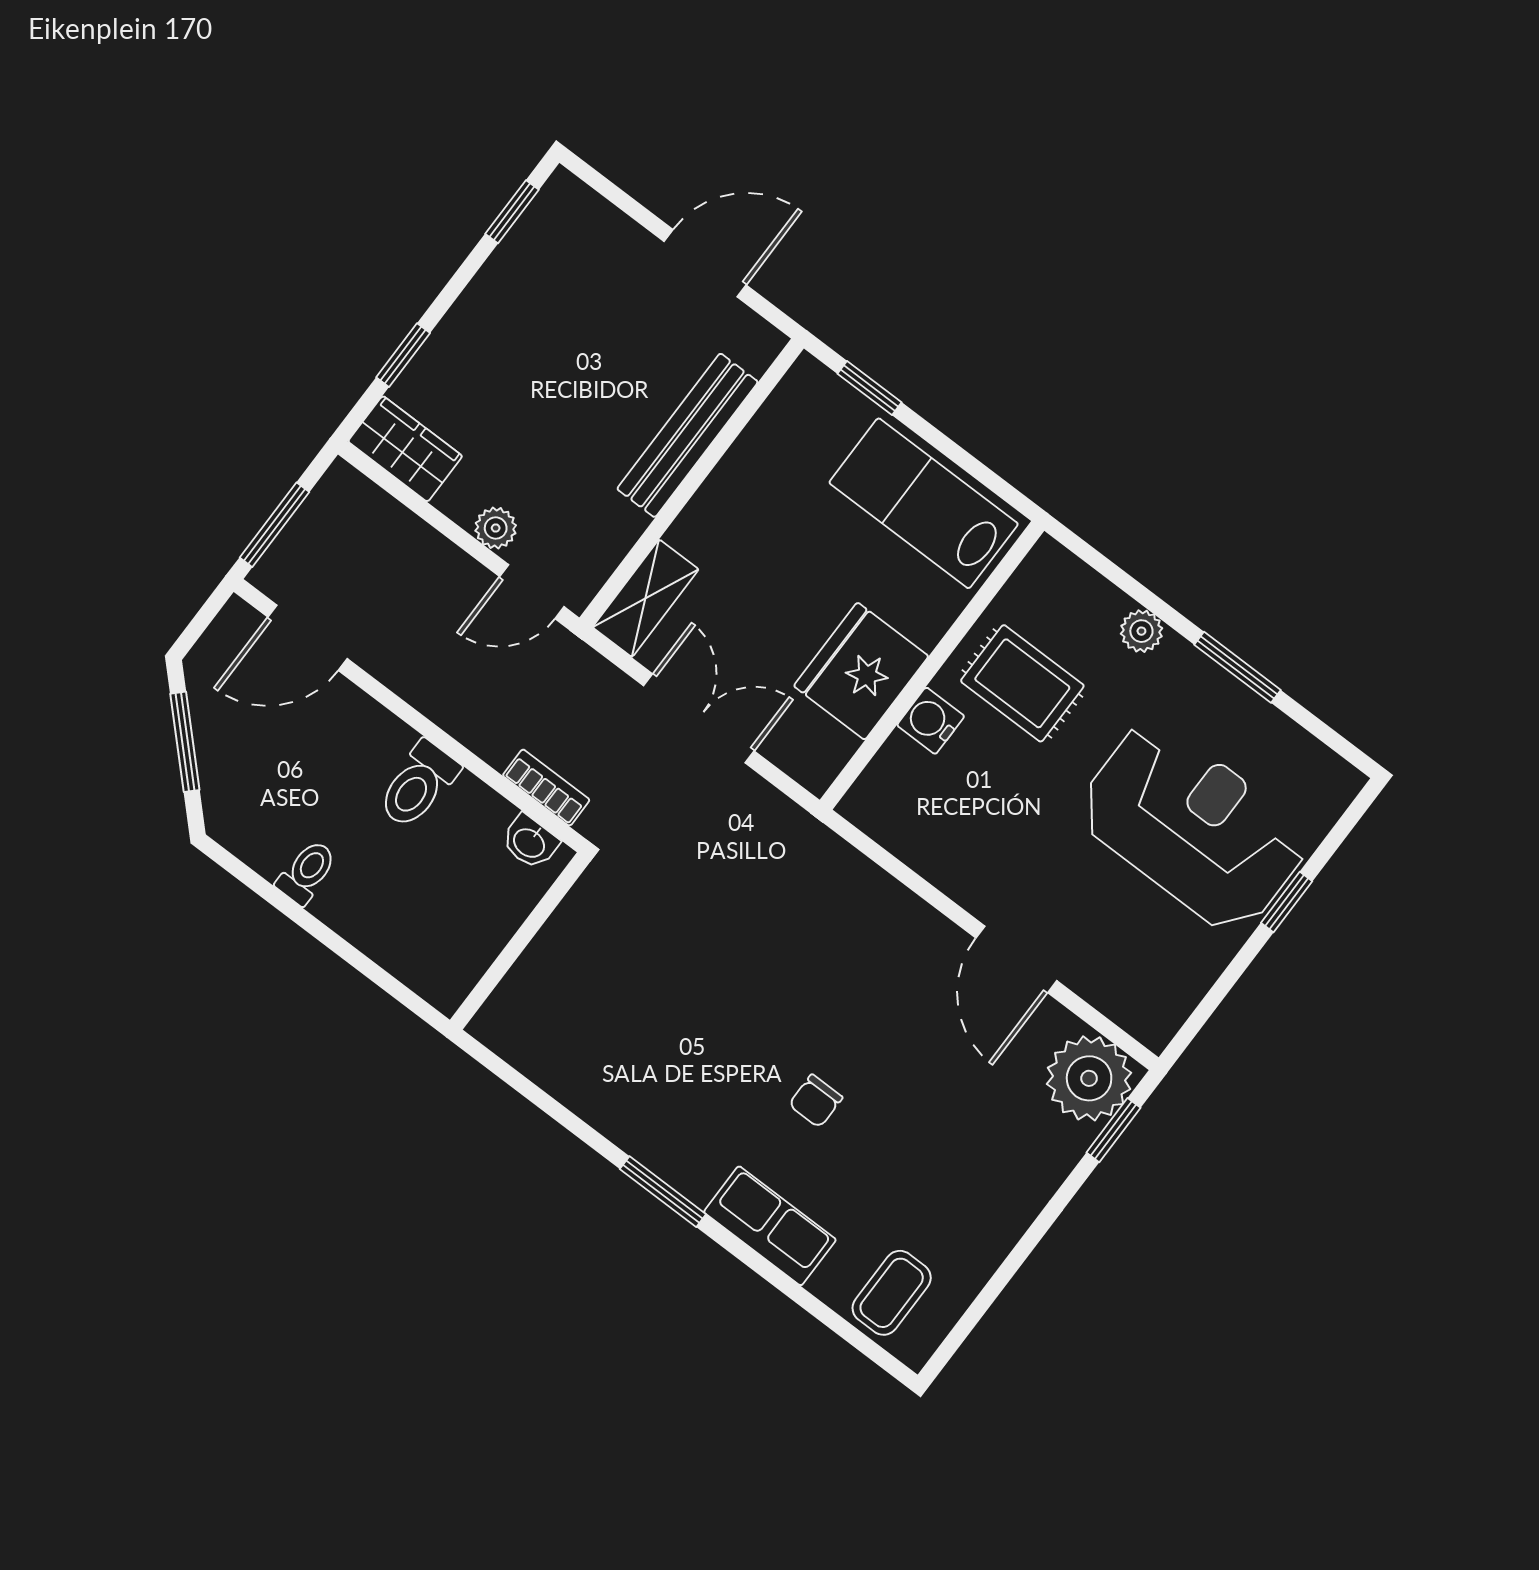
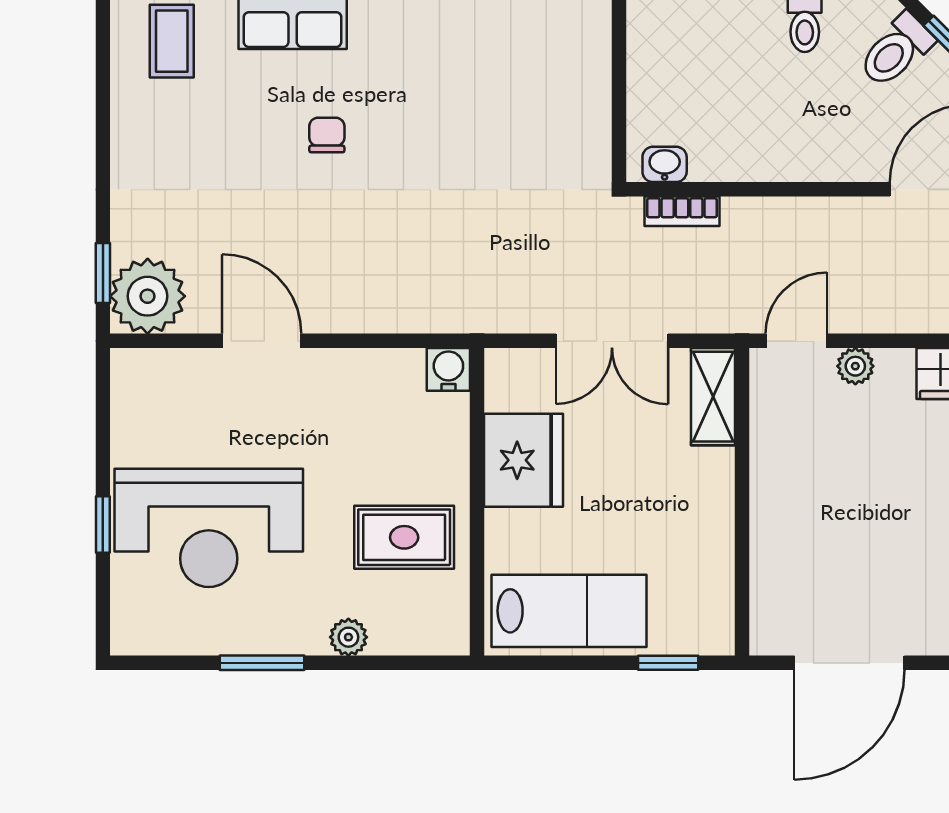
door: (705, 263) -> (849, 663), width x1.36
bench: (688, 435) -> (770, 533), removed
water cooler: (931, 721) -> (448, 369), moved, turned -90
toilet: (418, 785) -> (896, 51), moved, turned -135

